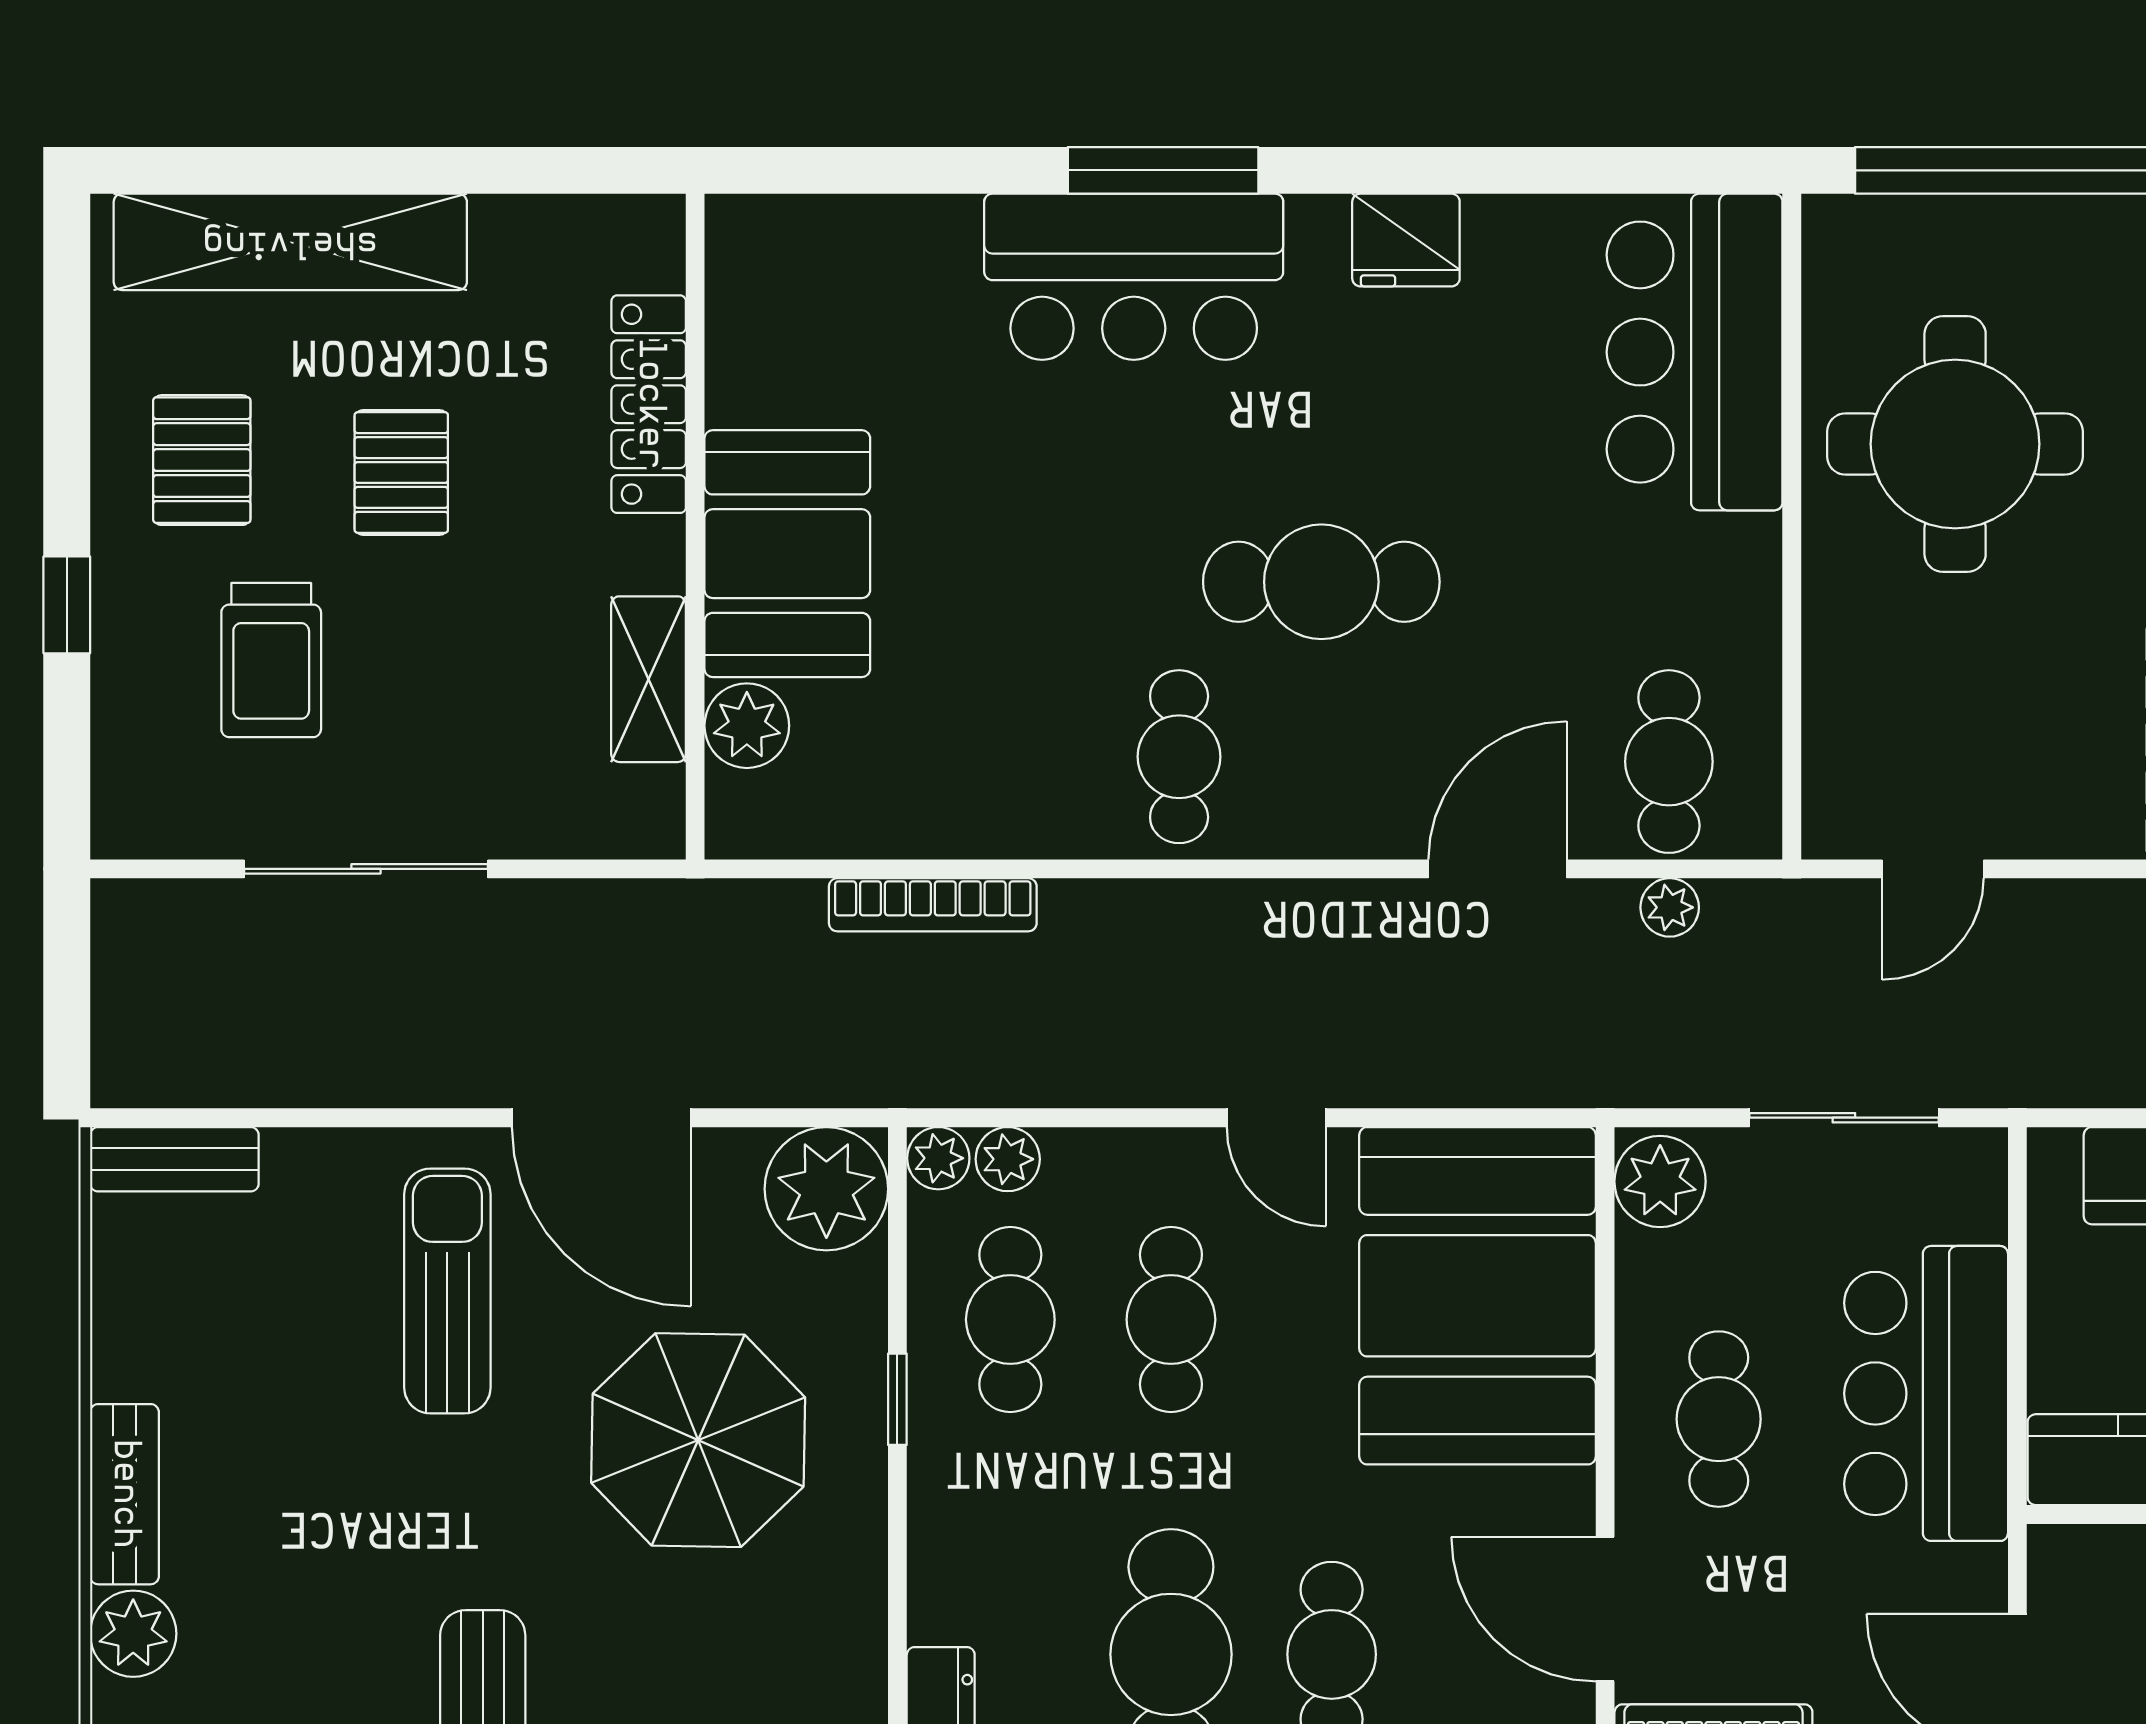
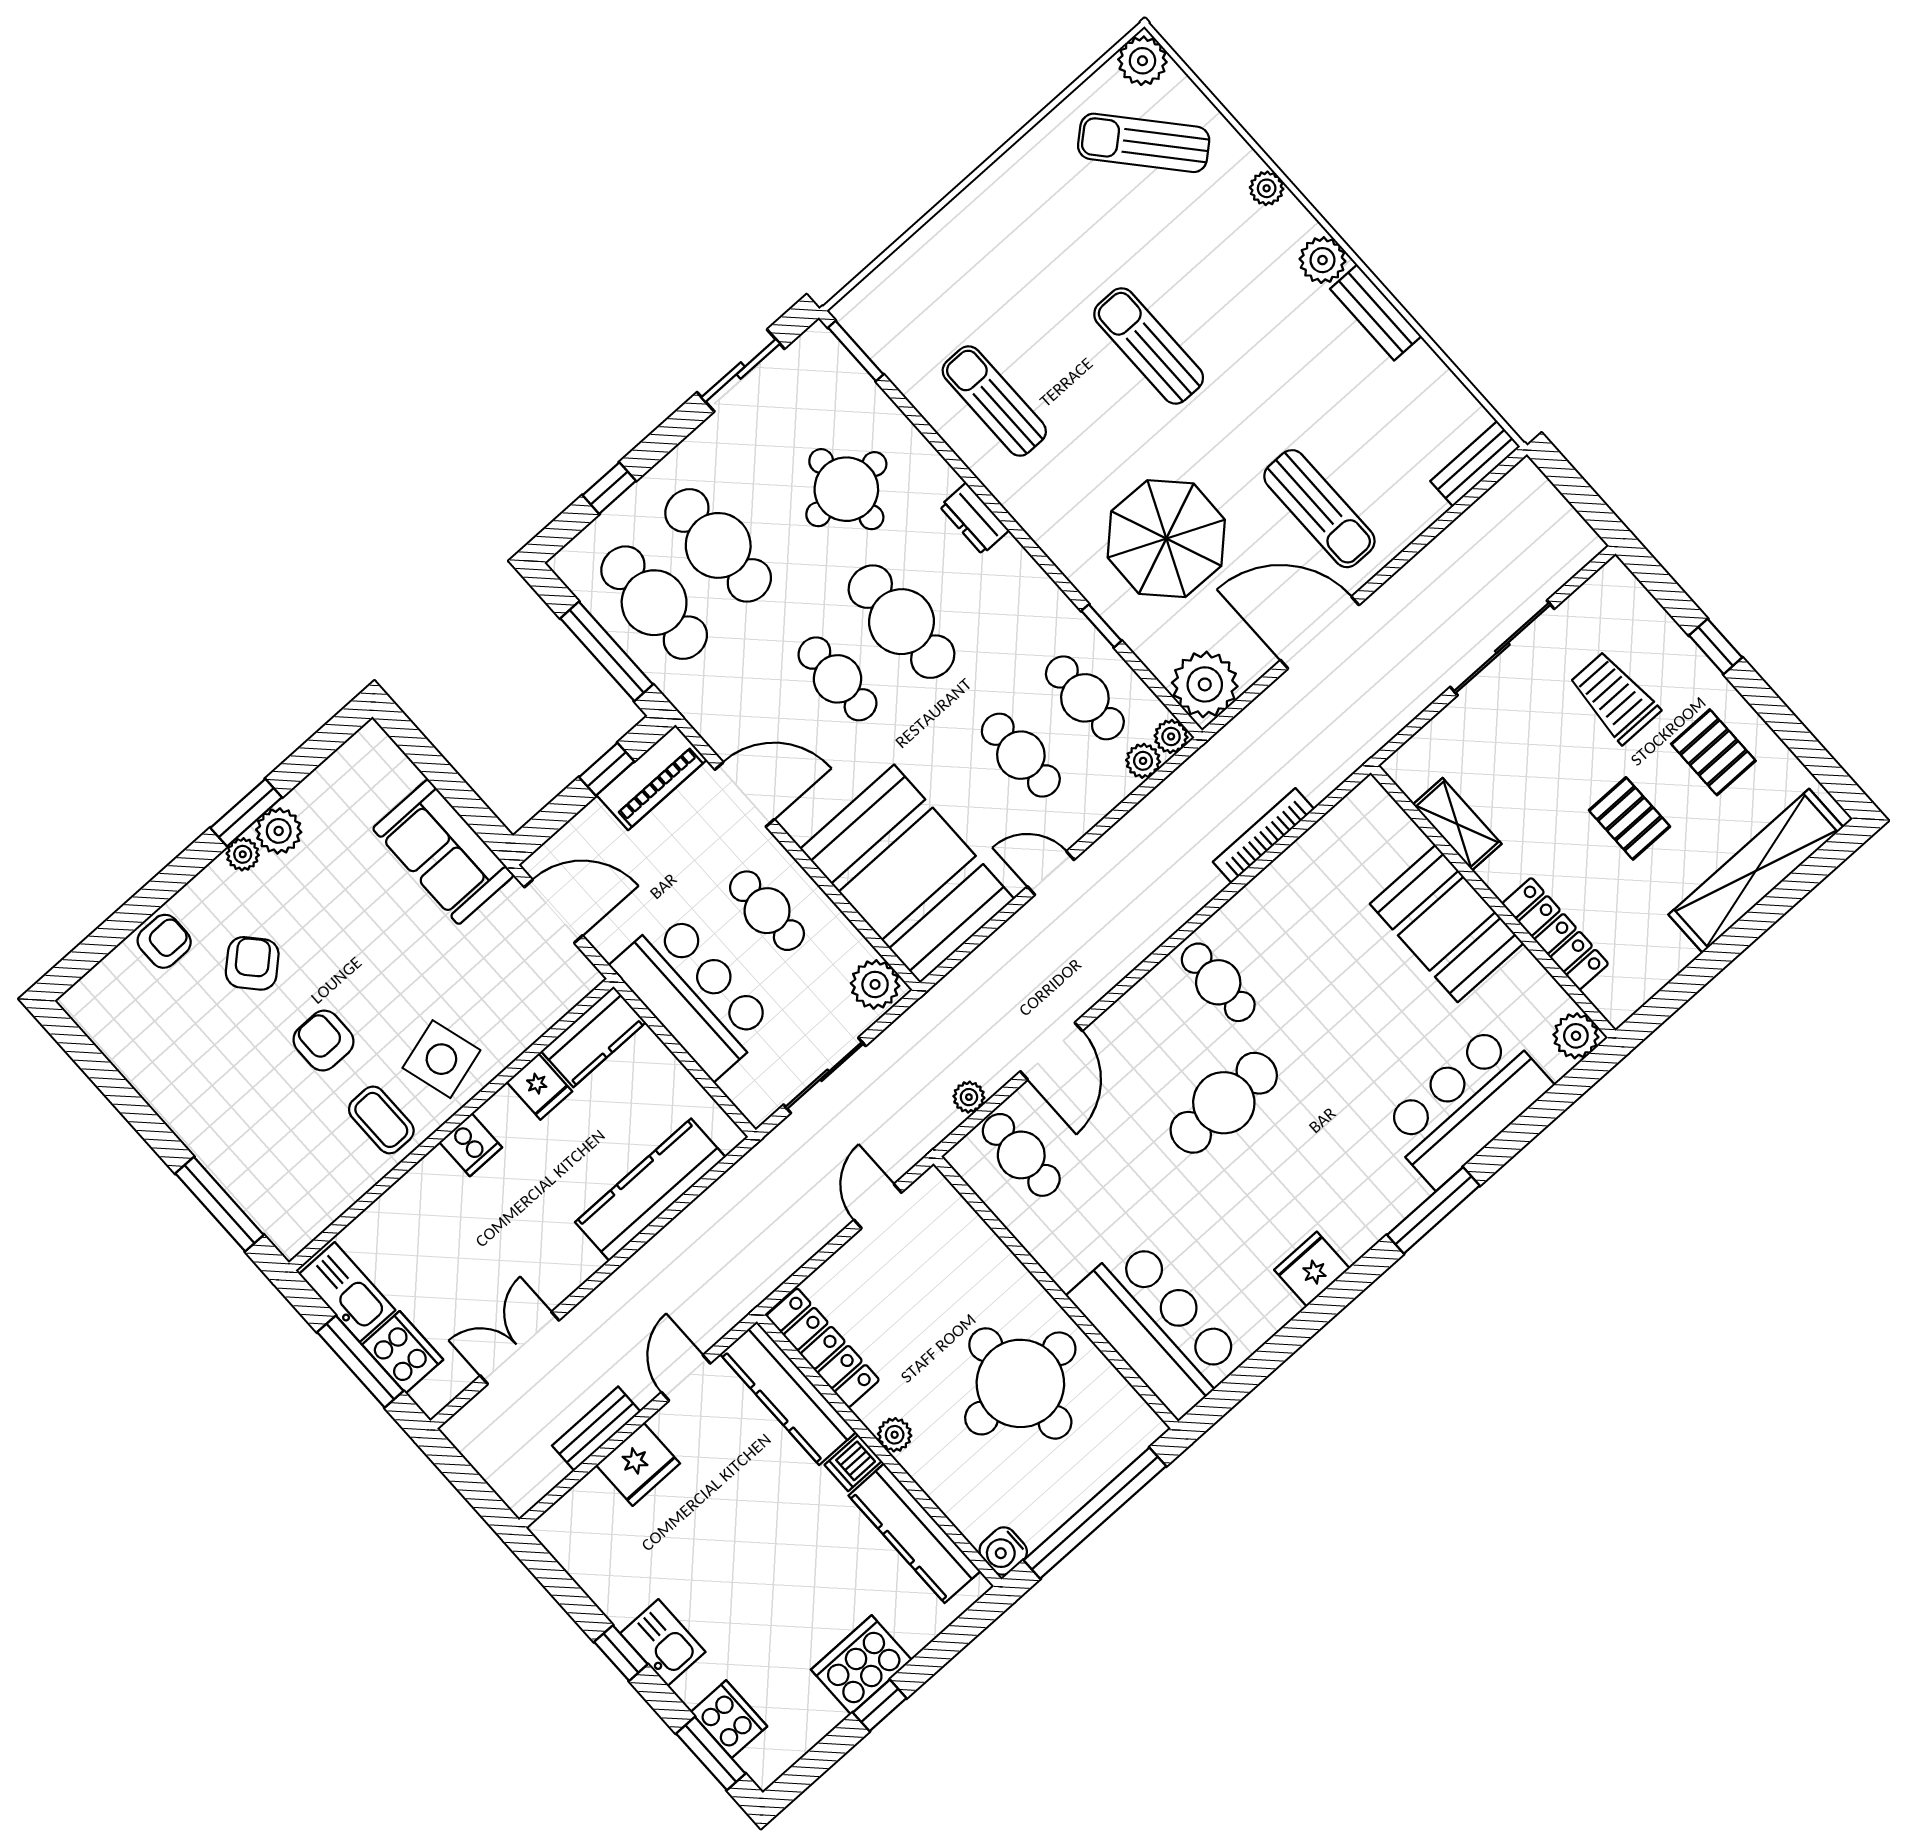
bar counter: (1134, 277) -> (1466, 1105), moved
plant: (747, 726) -> (1576, 1036), moved

